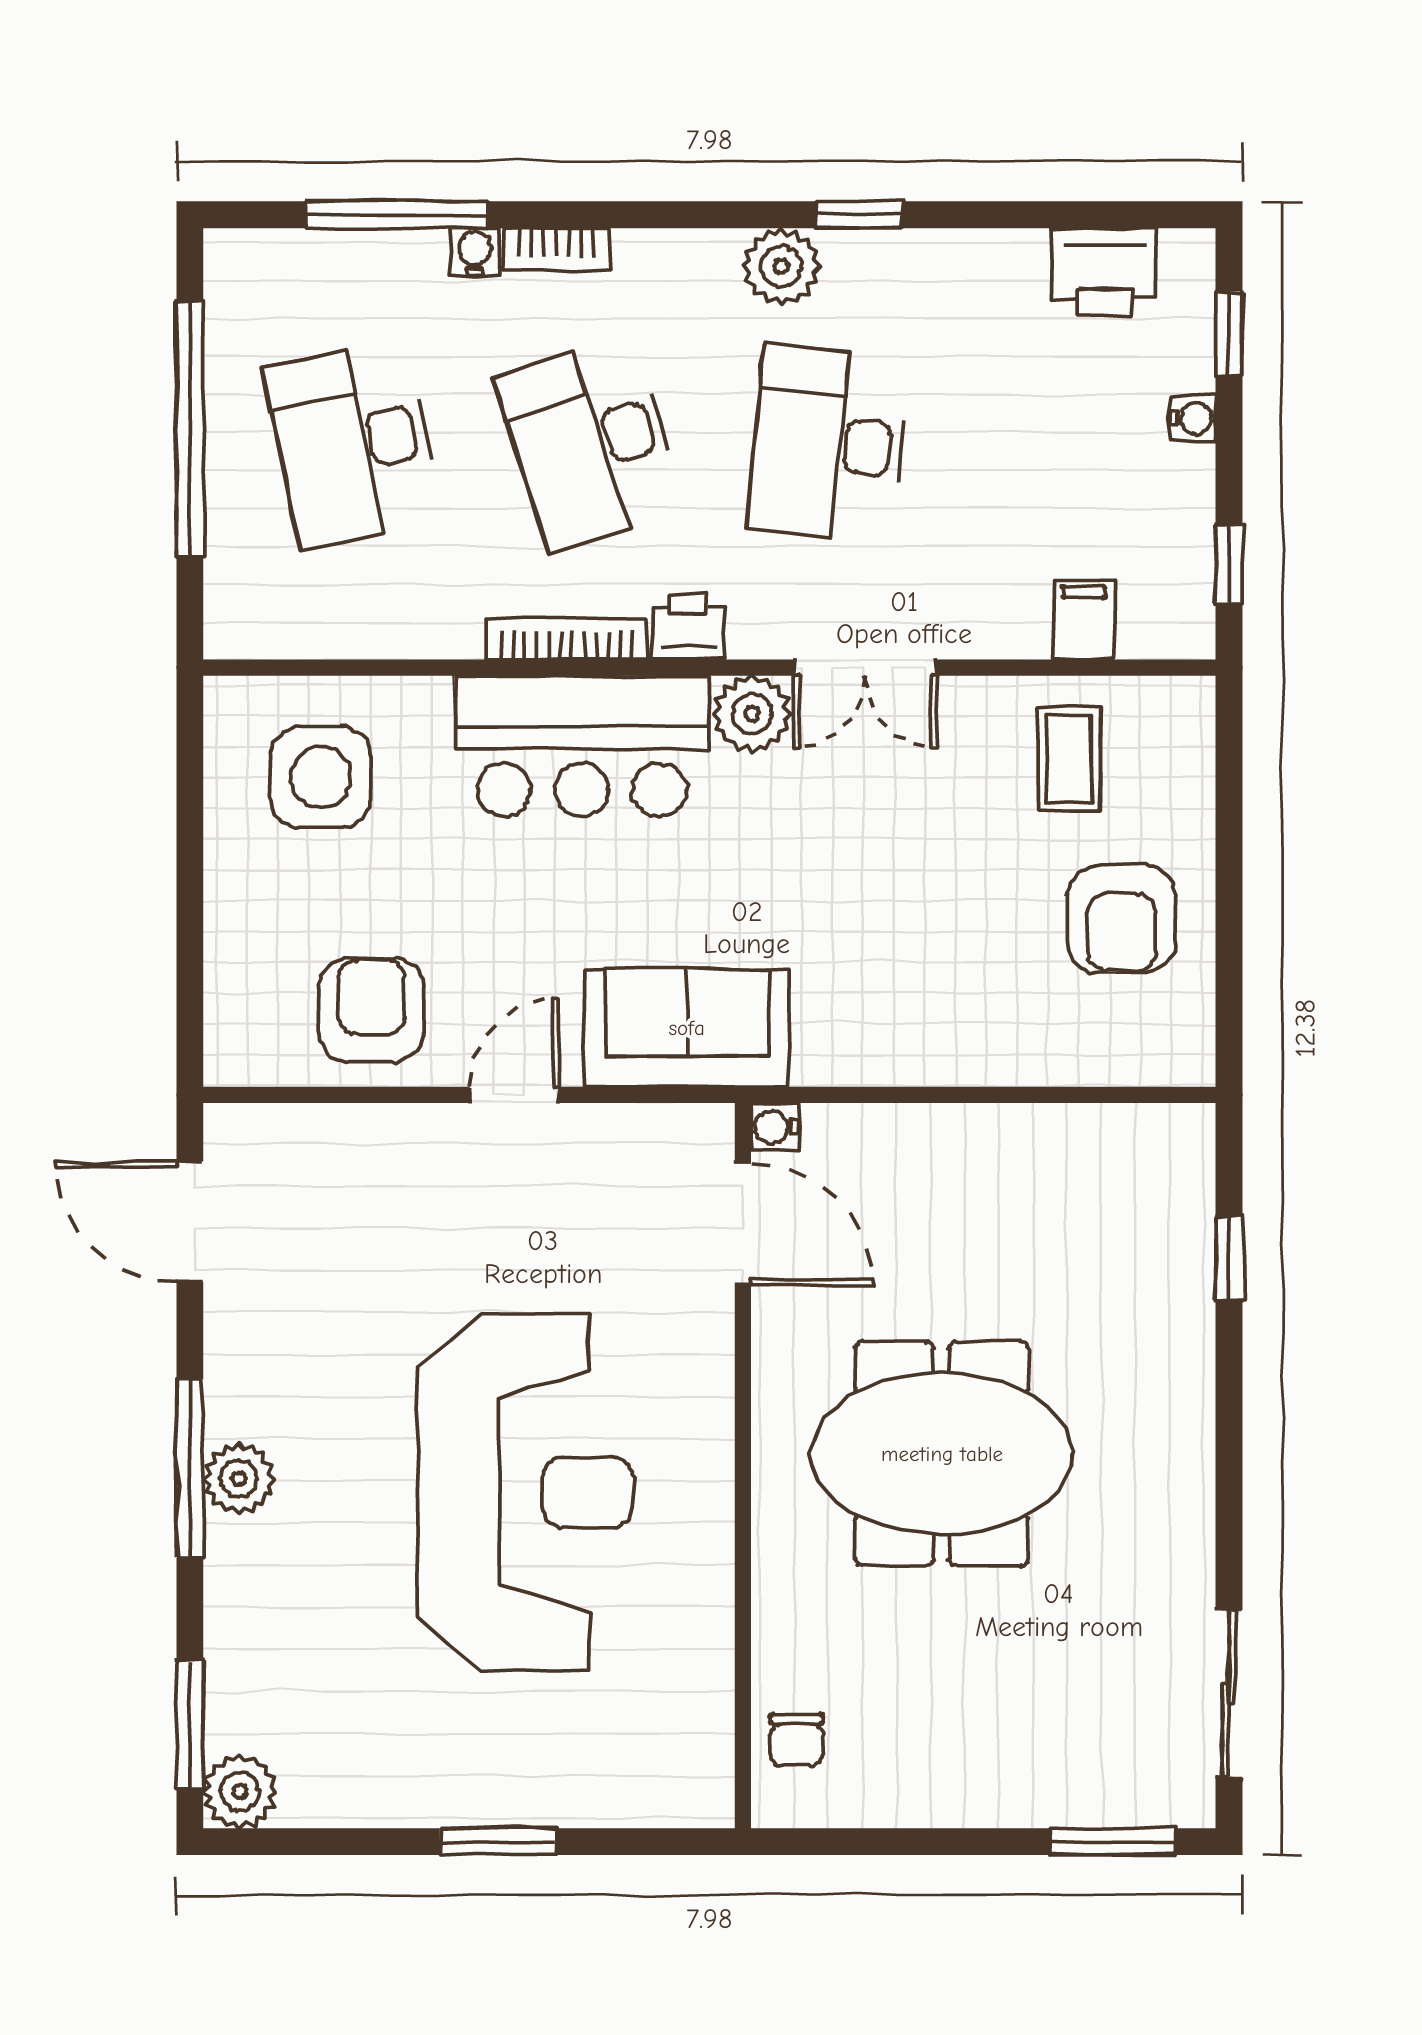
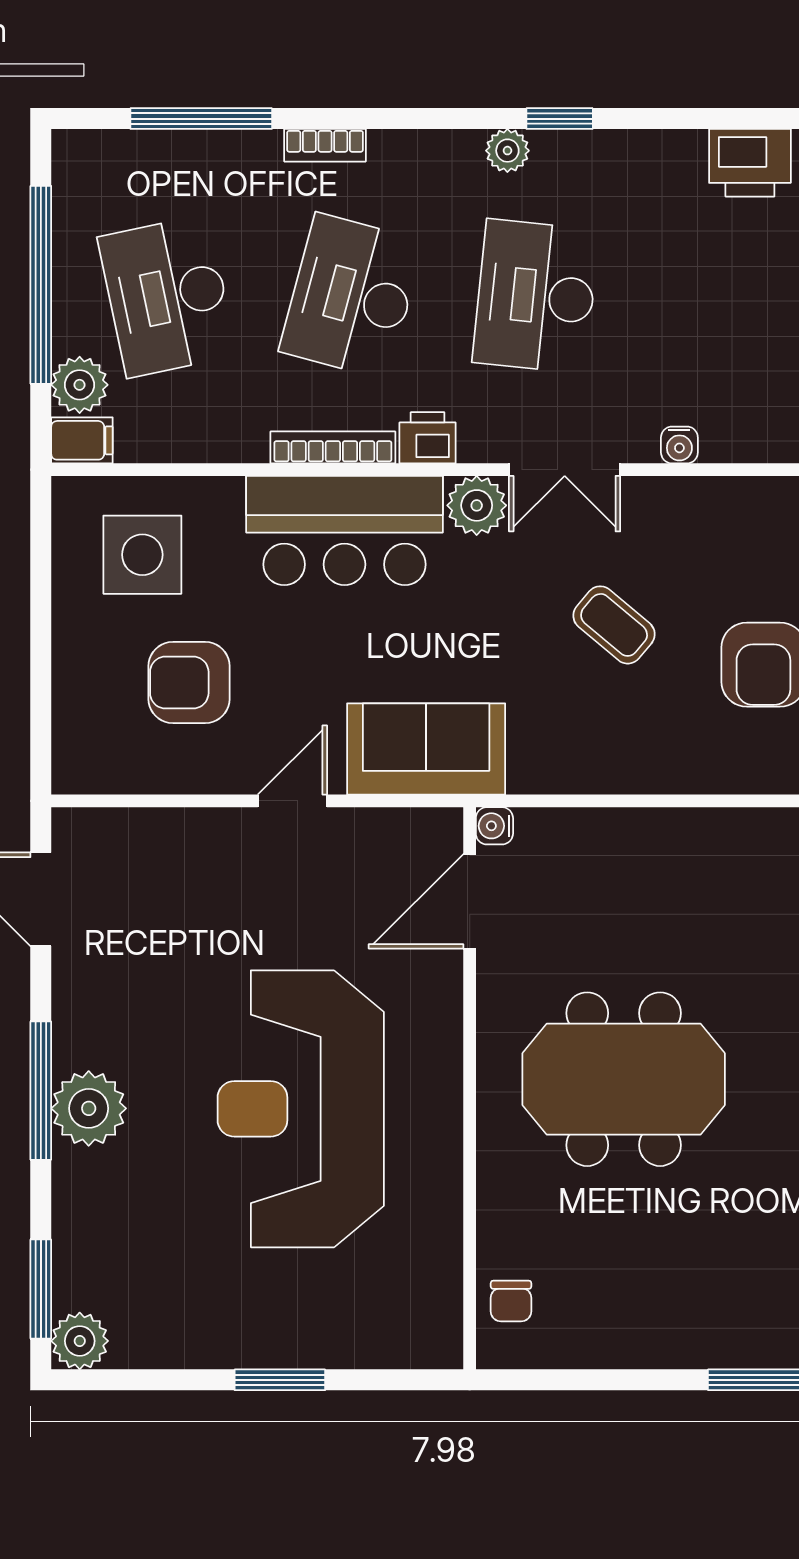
water cooler: (475, 252) -> (679, 445), moved, turned 180
plant: (781, 266) -> (507, 151), width x0.73, depth x0.73
desk: (591, 444) -> (352, 296), turned 33
plant: (240, 558) -> (80, 385), added
filing cabinet: (1084, 620) -> (82, 440), moved, turned 90
coffee table: (1069, 760) -> (614, 625), moved, turned -50
armchair: (372, 1010) -> (189, 683), moved, turned -90
door: (743, 1224) -> (470, 901), swing flipped
plant: (239, 1479) -> (89, 1108), width x1.36, depth x1.36
reception desk: (525, 1492) -> (301, 1109), turned 180

